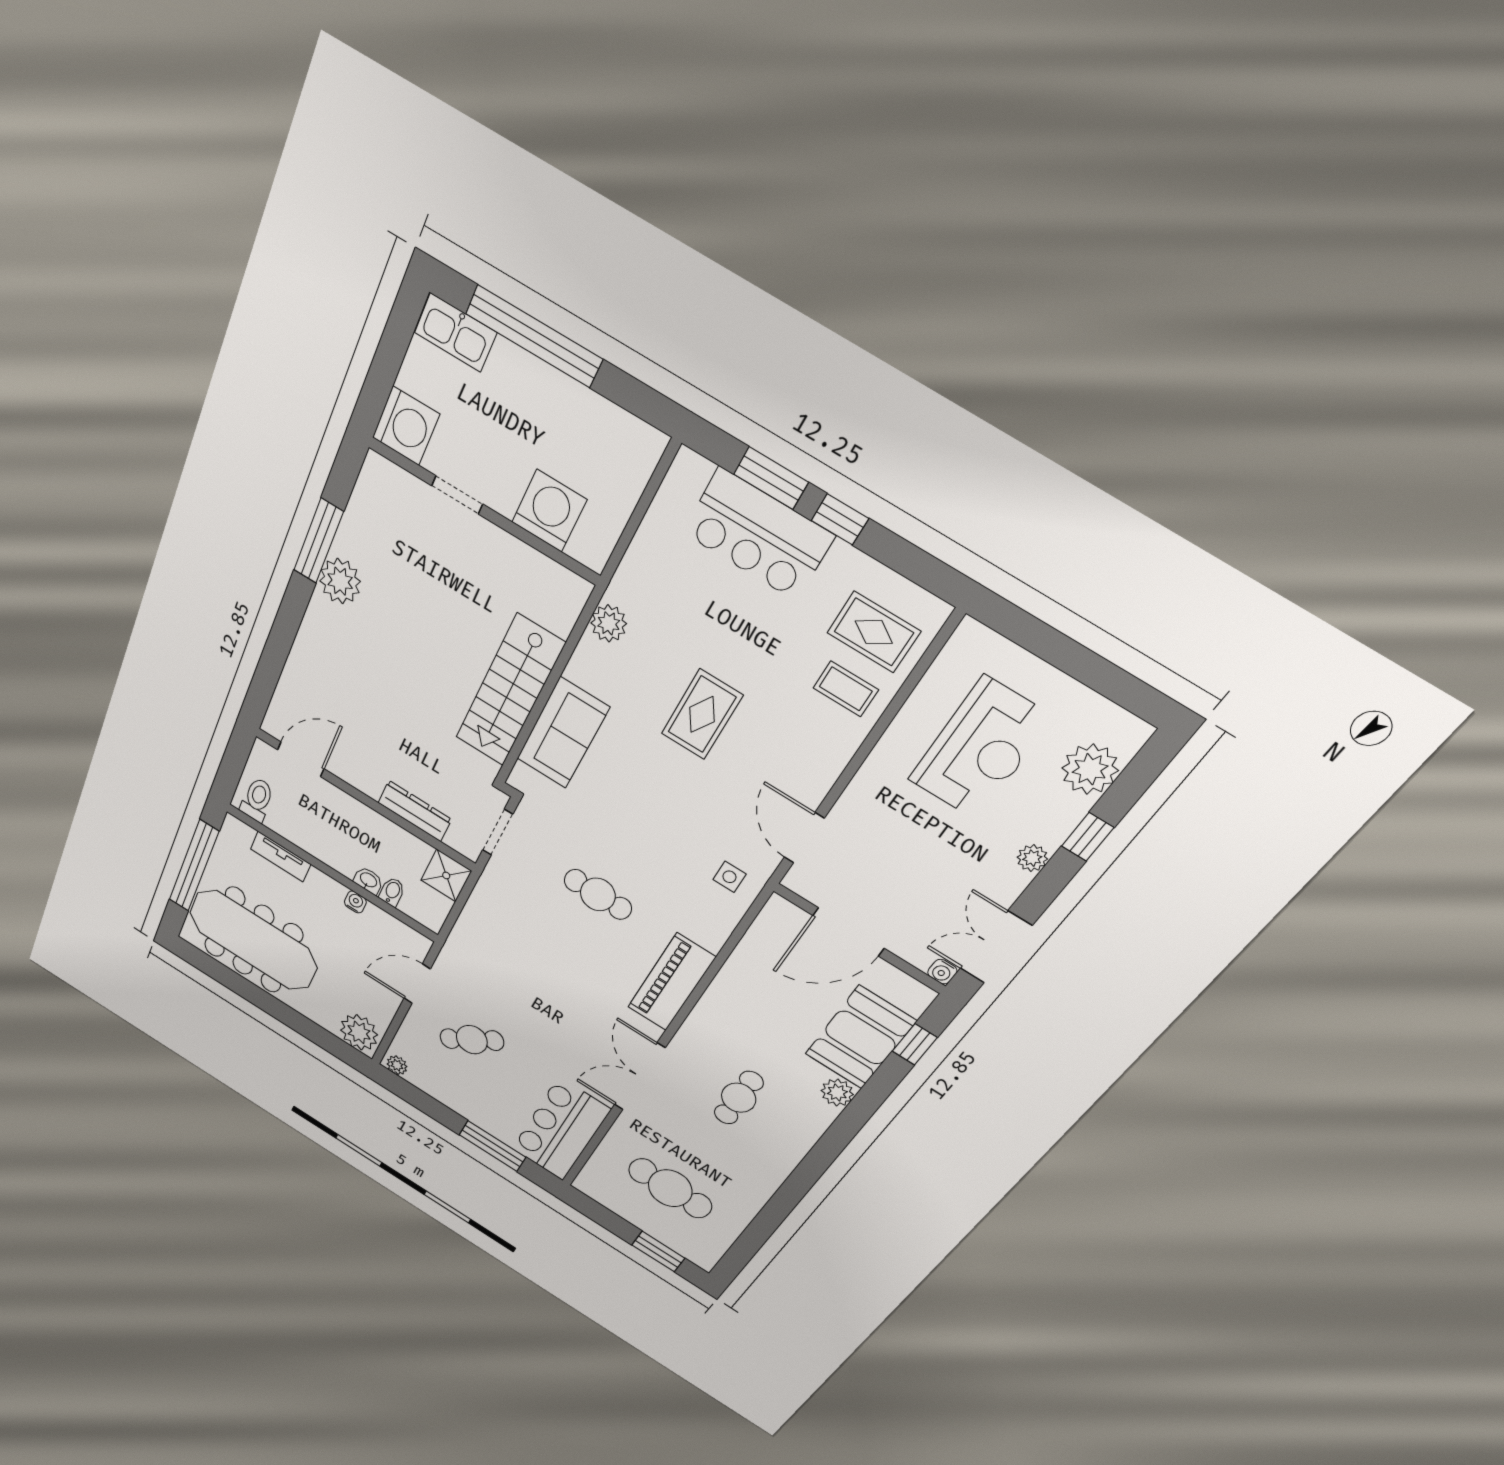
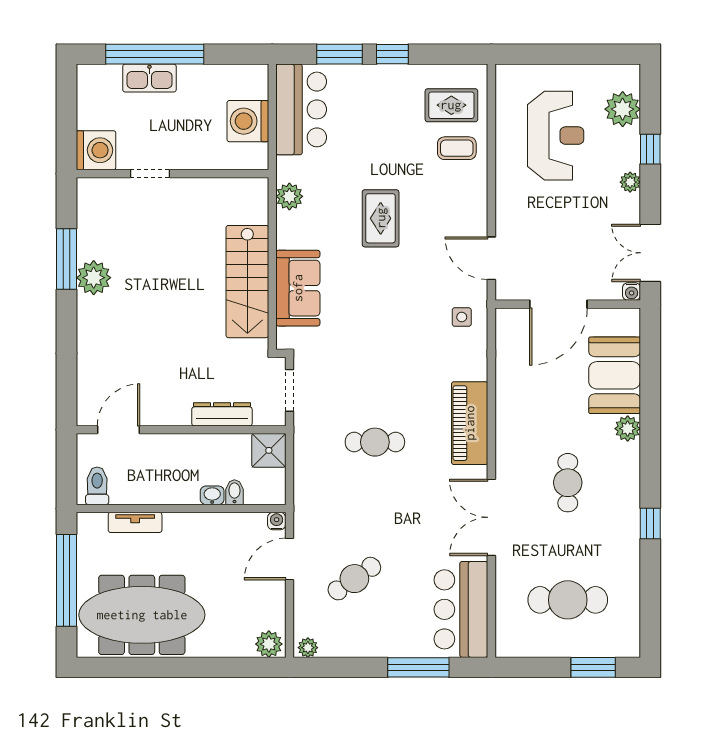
kitchen sink: (456, 333) -> (149, 78), moved
washing machine: (549, 511) -> (248, 121), moved, turned -90
bar counter: (758, 534) -> (301, 109), moved, turned -90
cafe table: (598, 894) -> (375, 442), moved
water cooler: (355, 902) -> (277, 521), moved
plant: (359, 1032) -> (269, 644), width x0.73, depth x0.73
window: (915, 1044) -> (650, 523), moved

